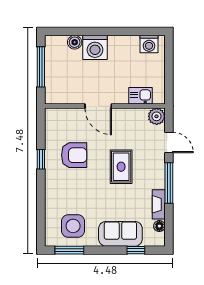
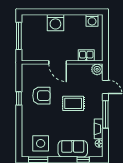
boiler: (75, 42) -> (42, 19), removed
rug: (121, 167) -> (73, 103), turned 90

